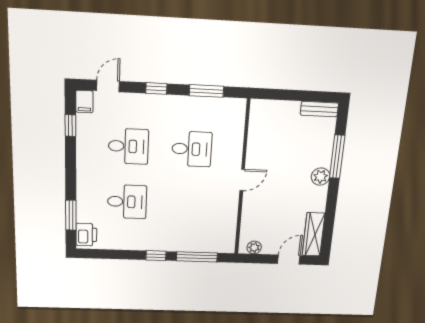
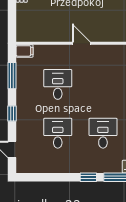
filing cabinet: (84, 102) -> (25, 51), moved
window: (70, 126) -> (88, 177), moved

